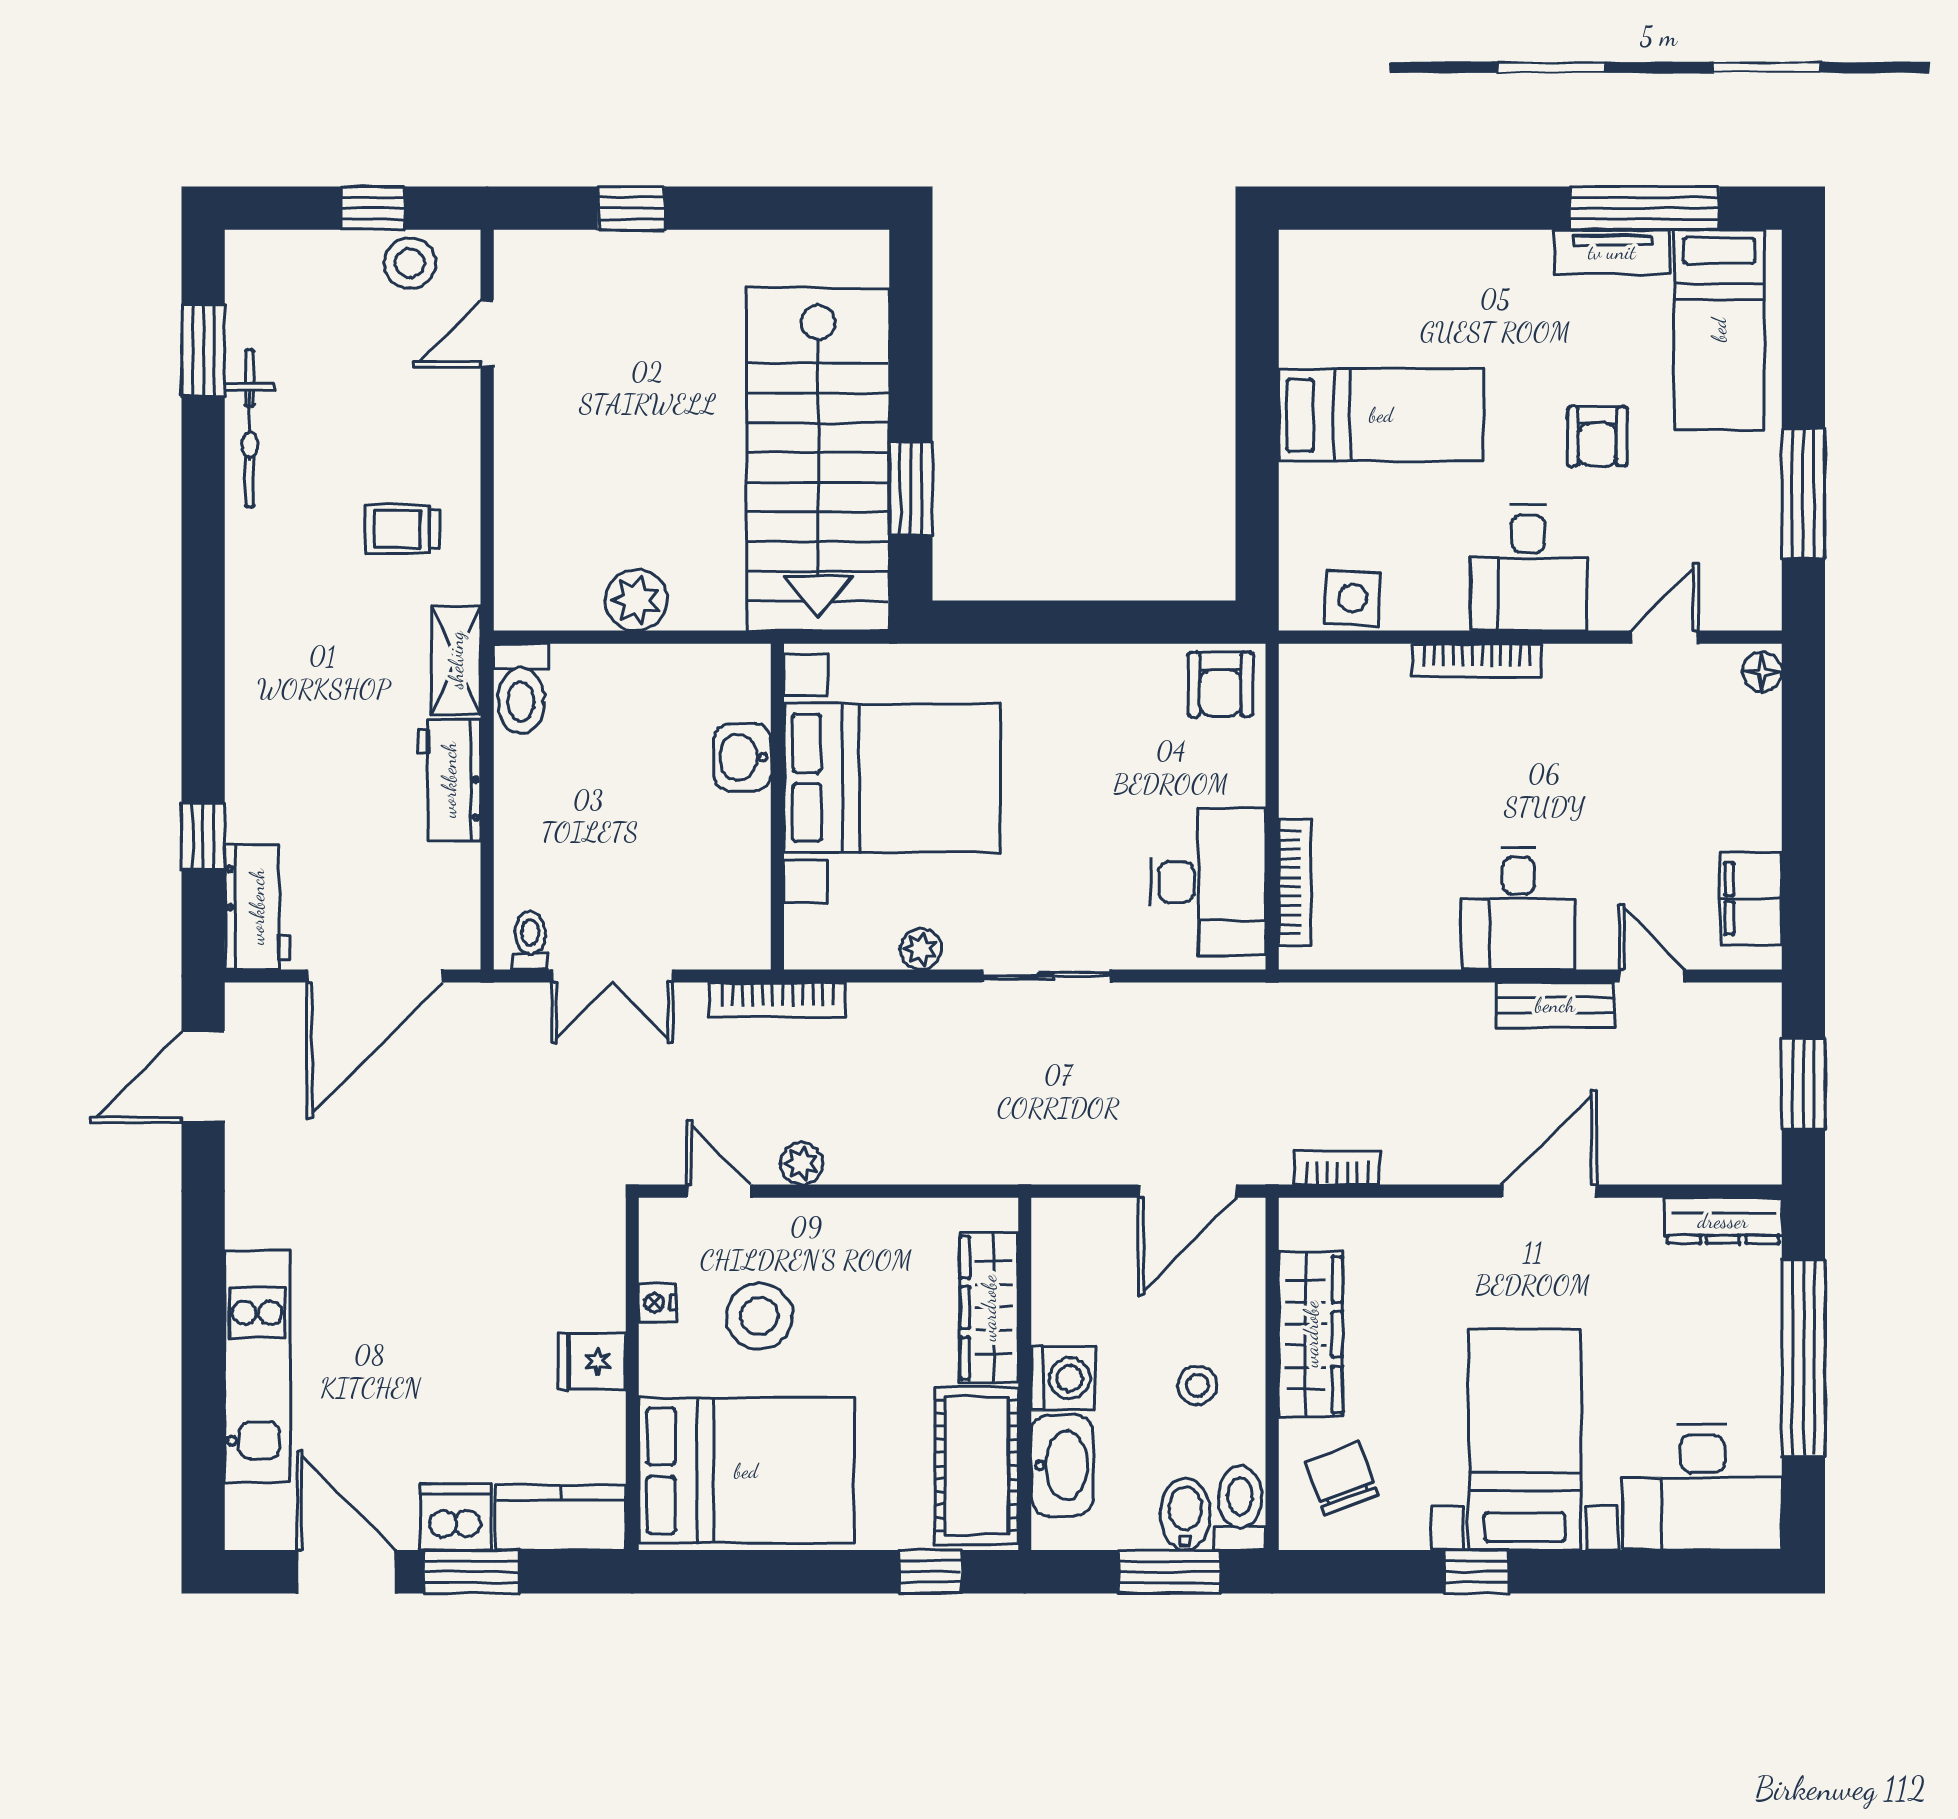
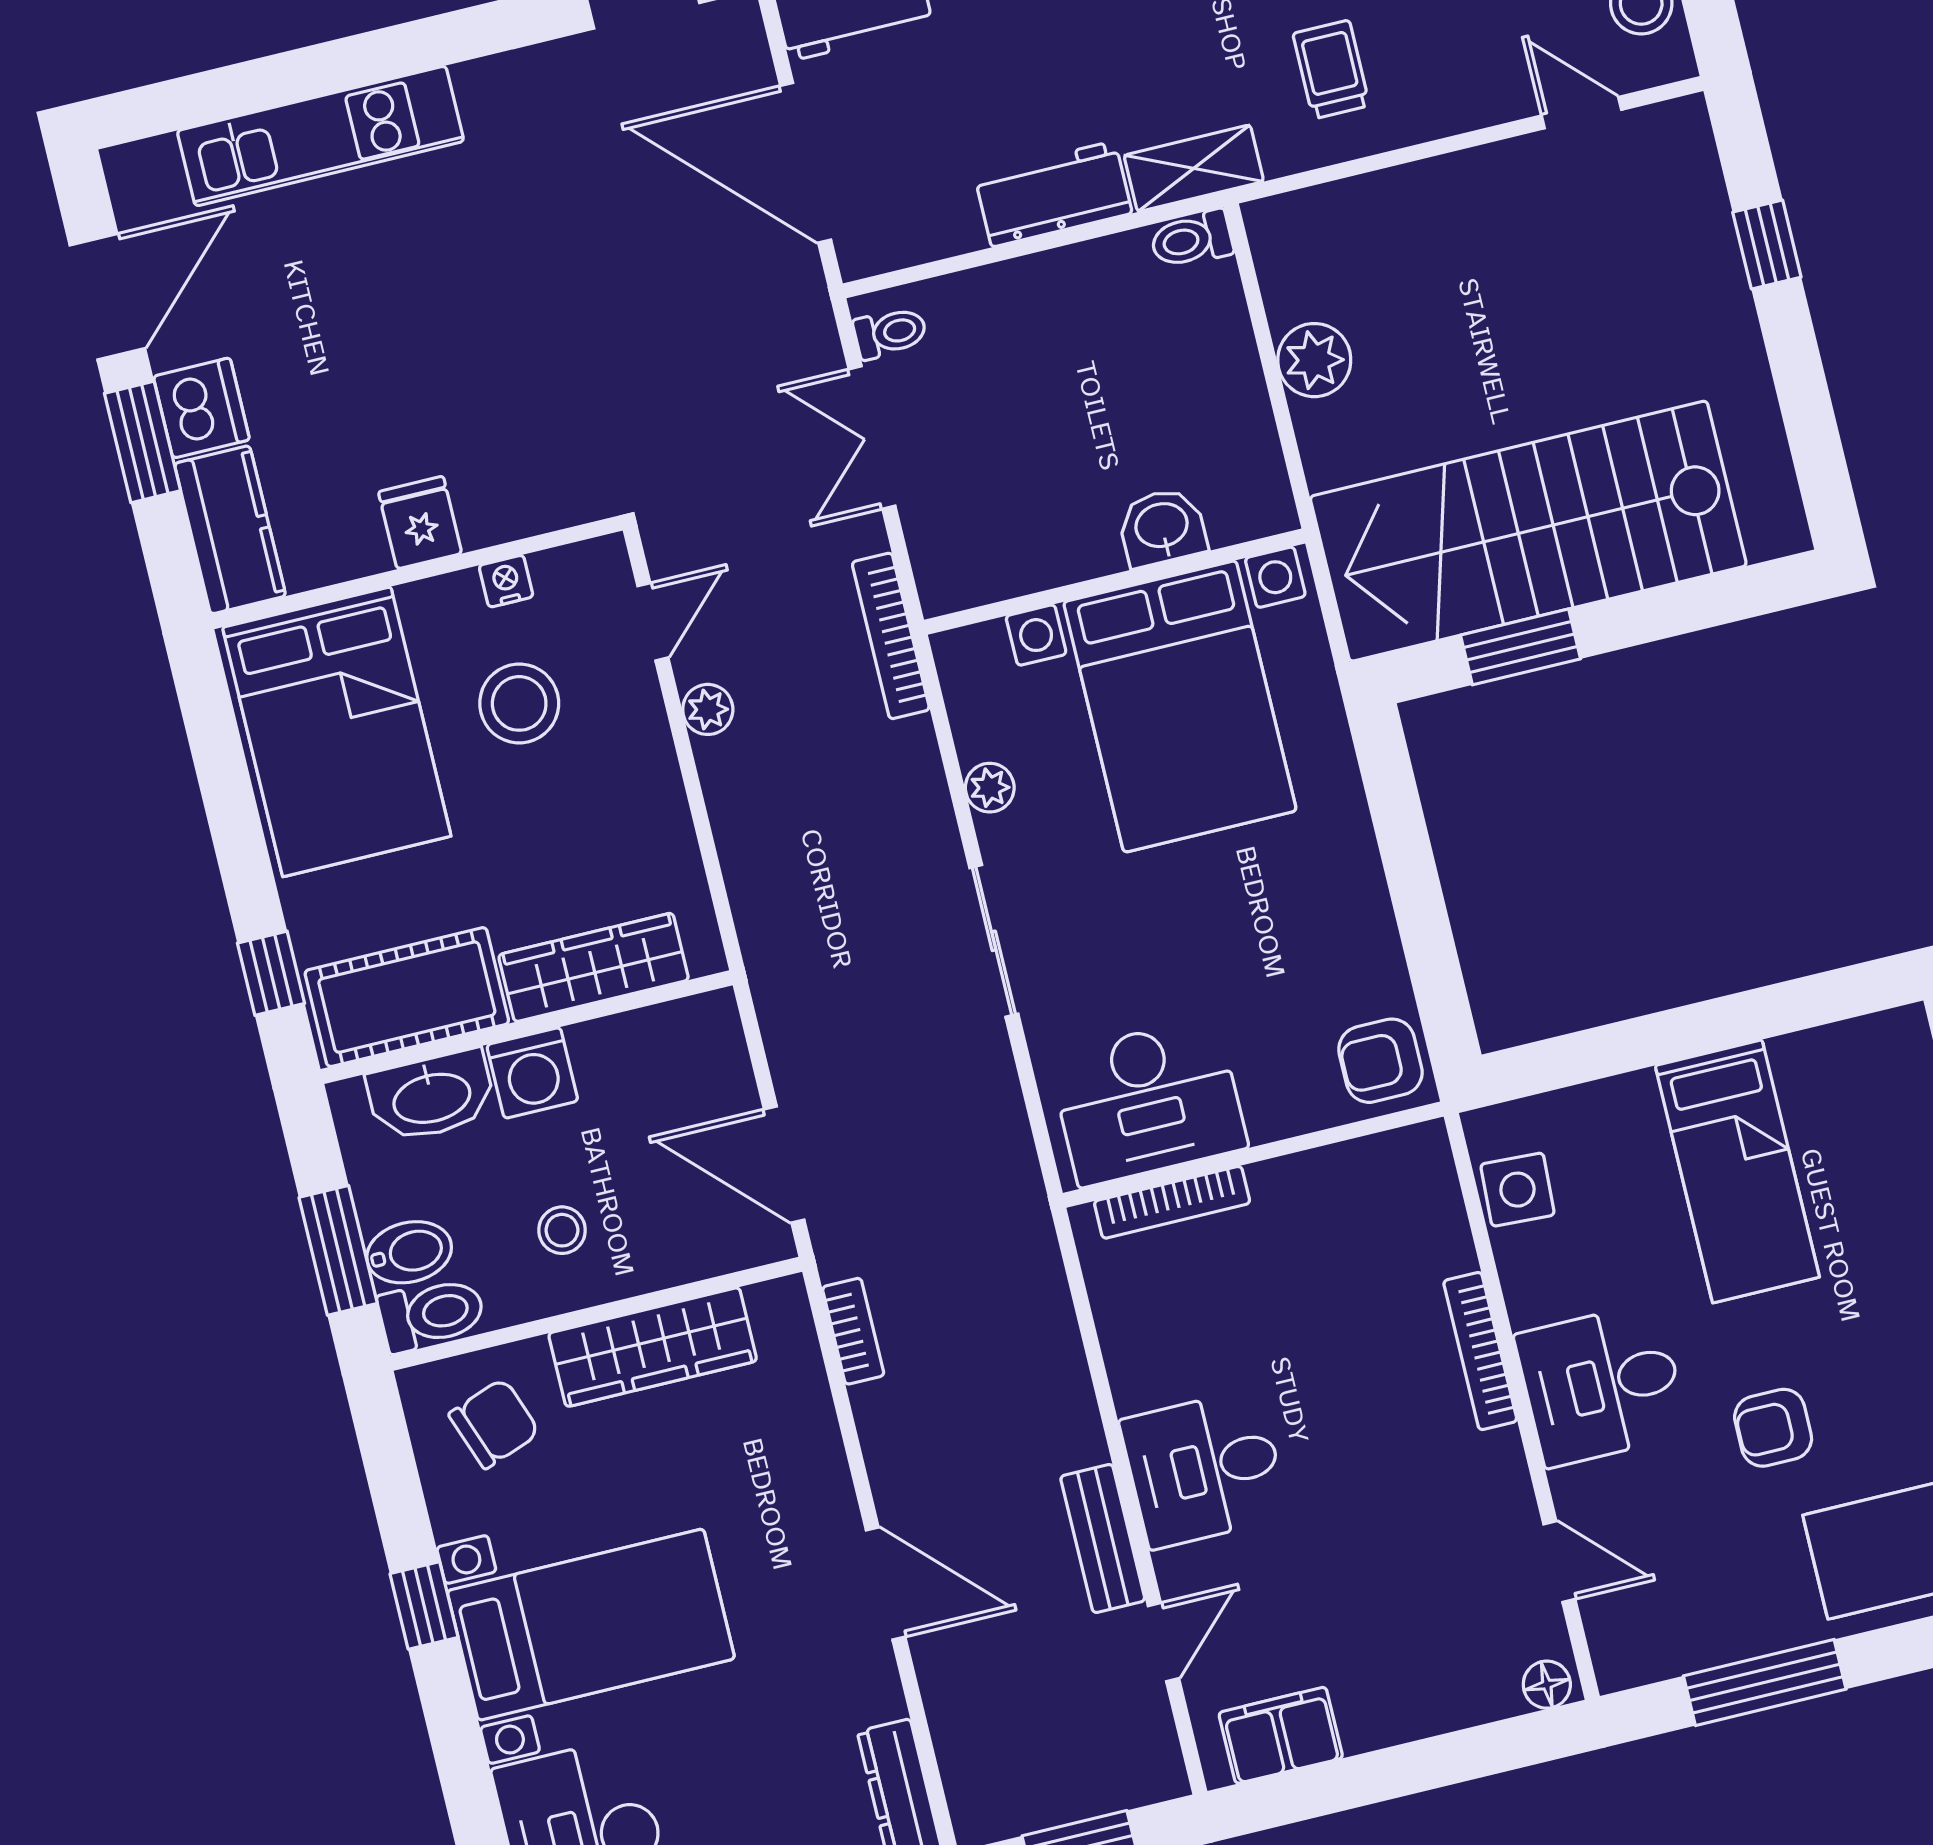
toilet: (521, 689) -> (1192, 239), width x0.73, depth x0.72

